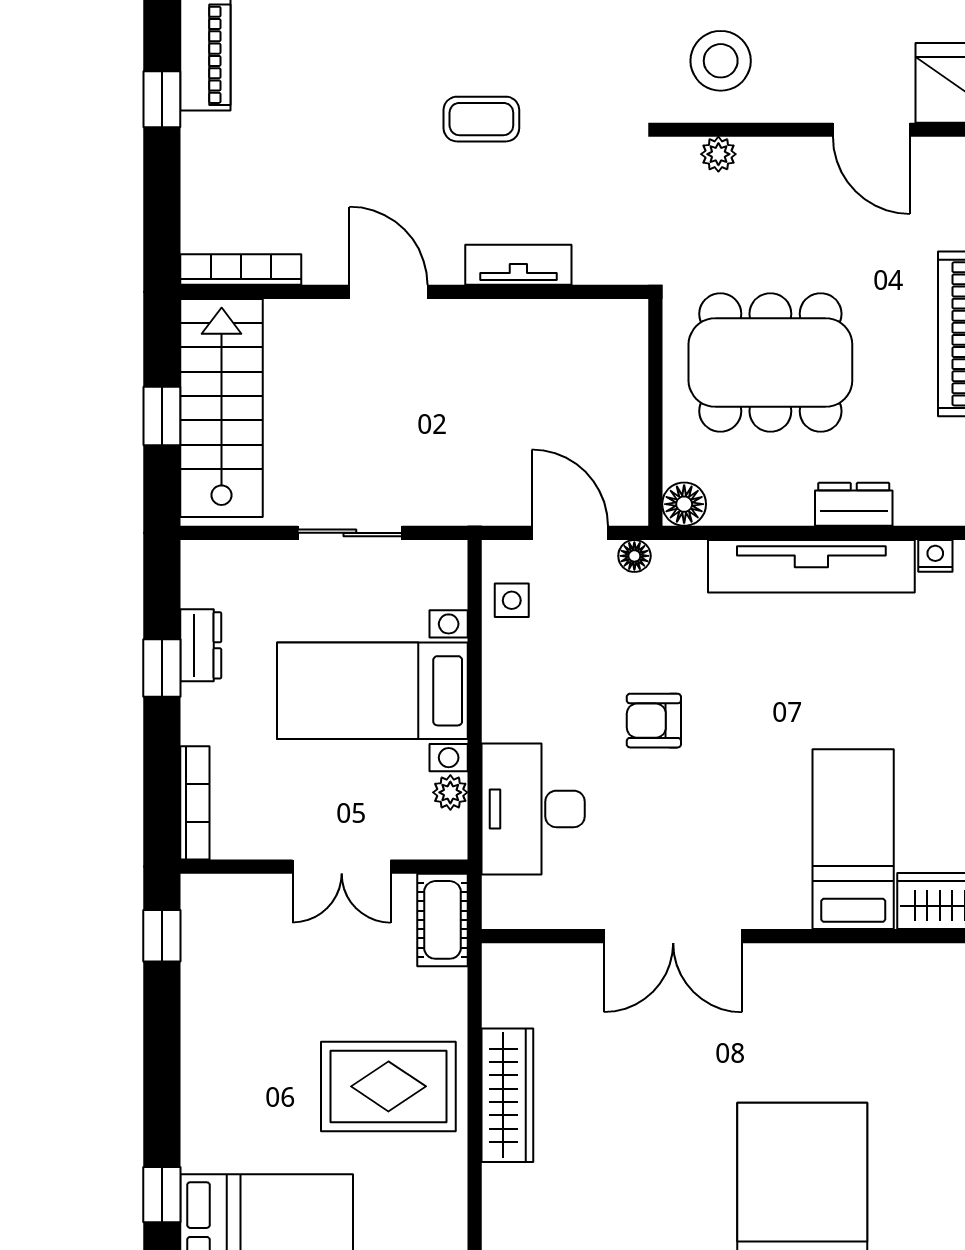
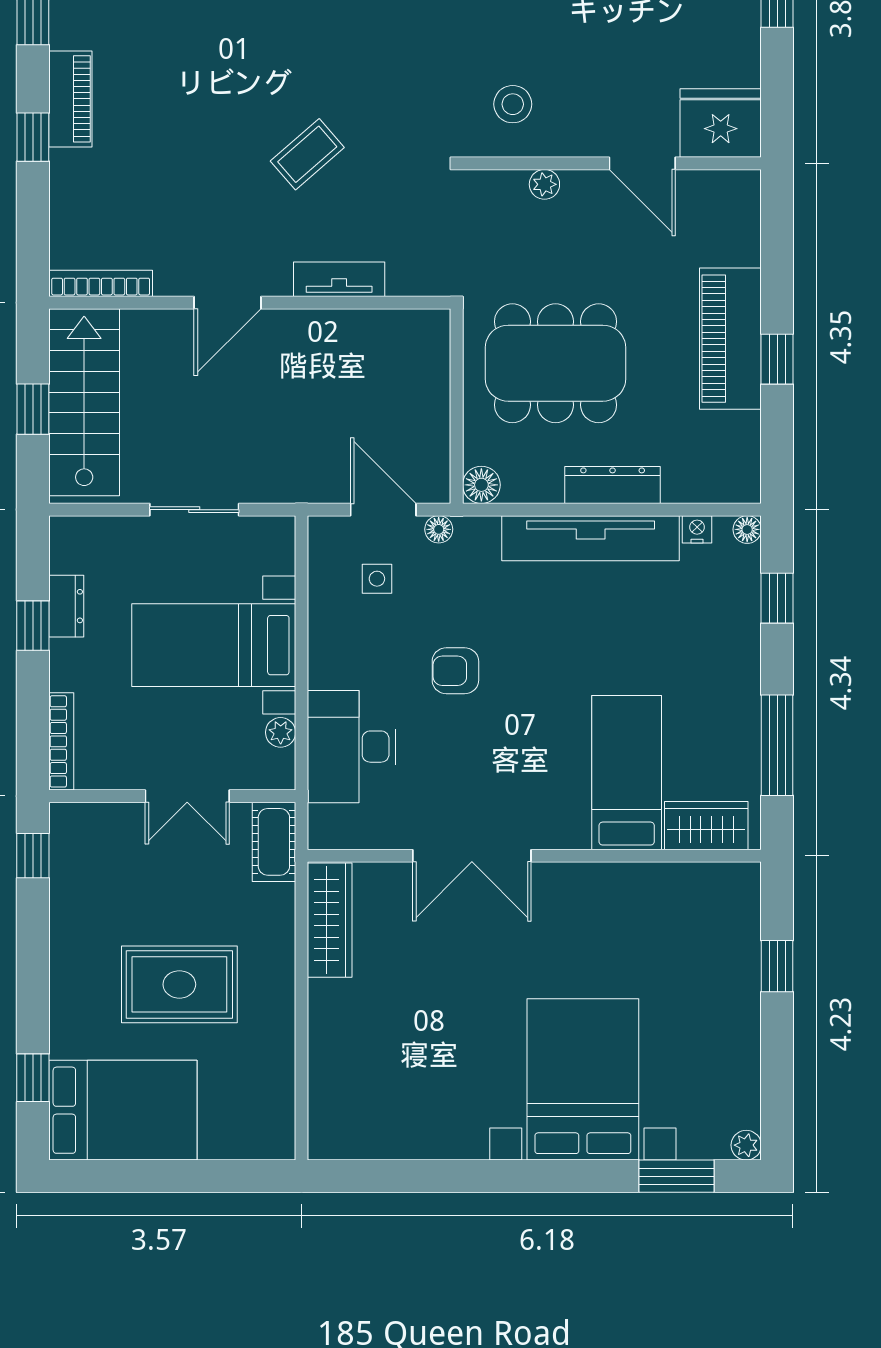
stool: (721, 61) -> (513, 104), width x0.73, depth x0.73
coffee table: (481, 119) -> (307, 154), turned -41
plant: (718, 154) -> (544, 184), moved
door: (388, 292) -> (228, 303), swing flipped
dresser: (854, 504) -> (613, 485), width x1.44
side table: (512, 600) -> (377, 579), moved
rug: (388, 1086) -> (179, 984), moved
wardrobe: (507, 1095) -> (330, 920), moved

